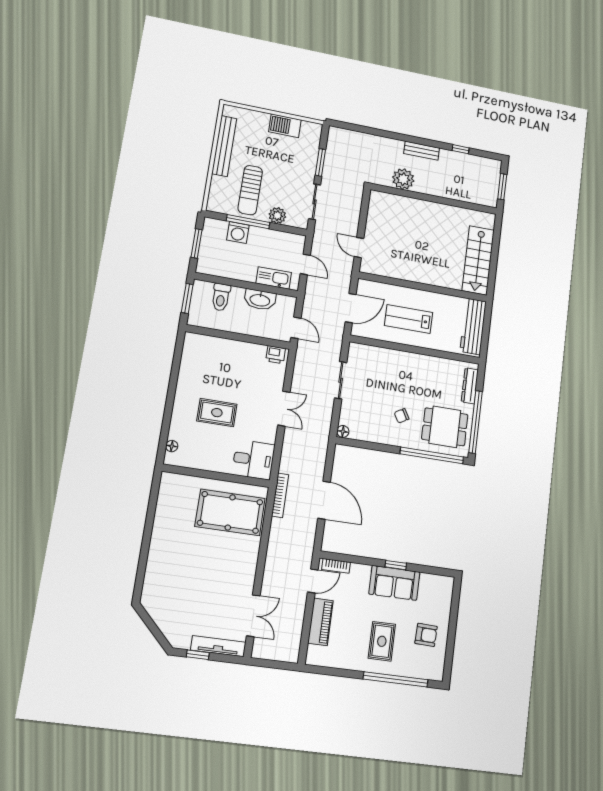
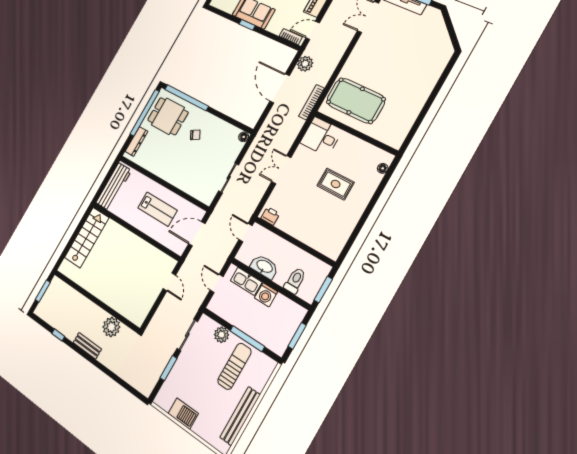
washing machine: (238, 233) -> (266, 295), moved, turned 180
plant: (306, 538) -> (305, 64), added

